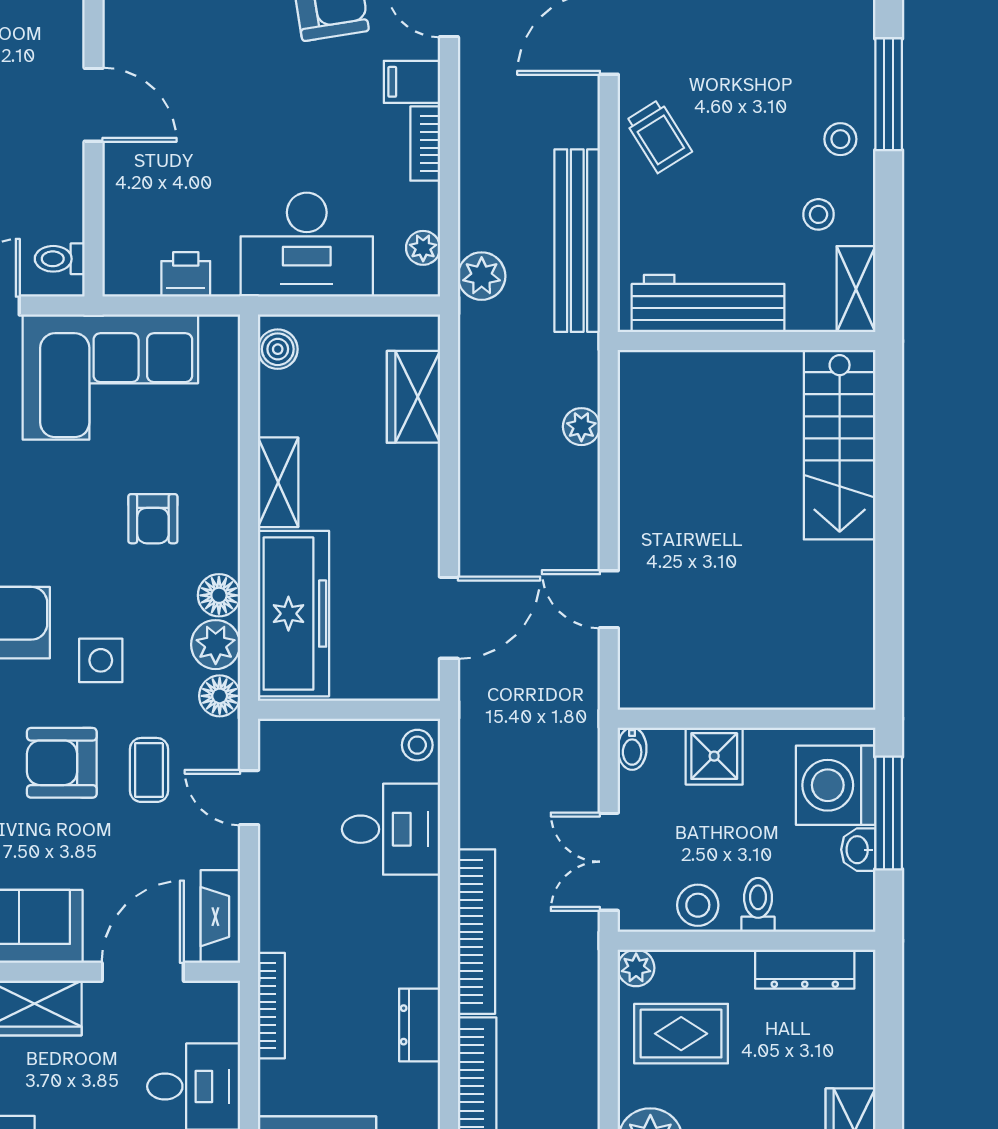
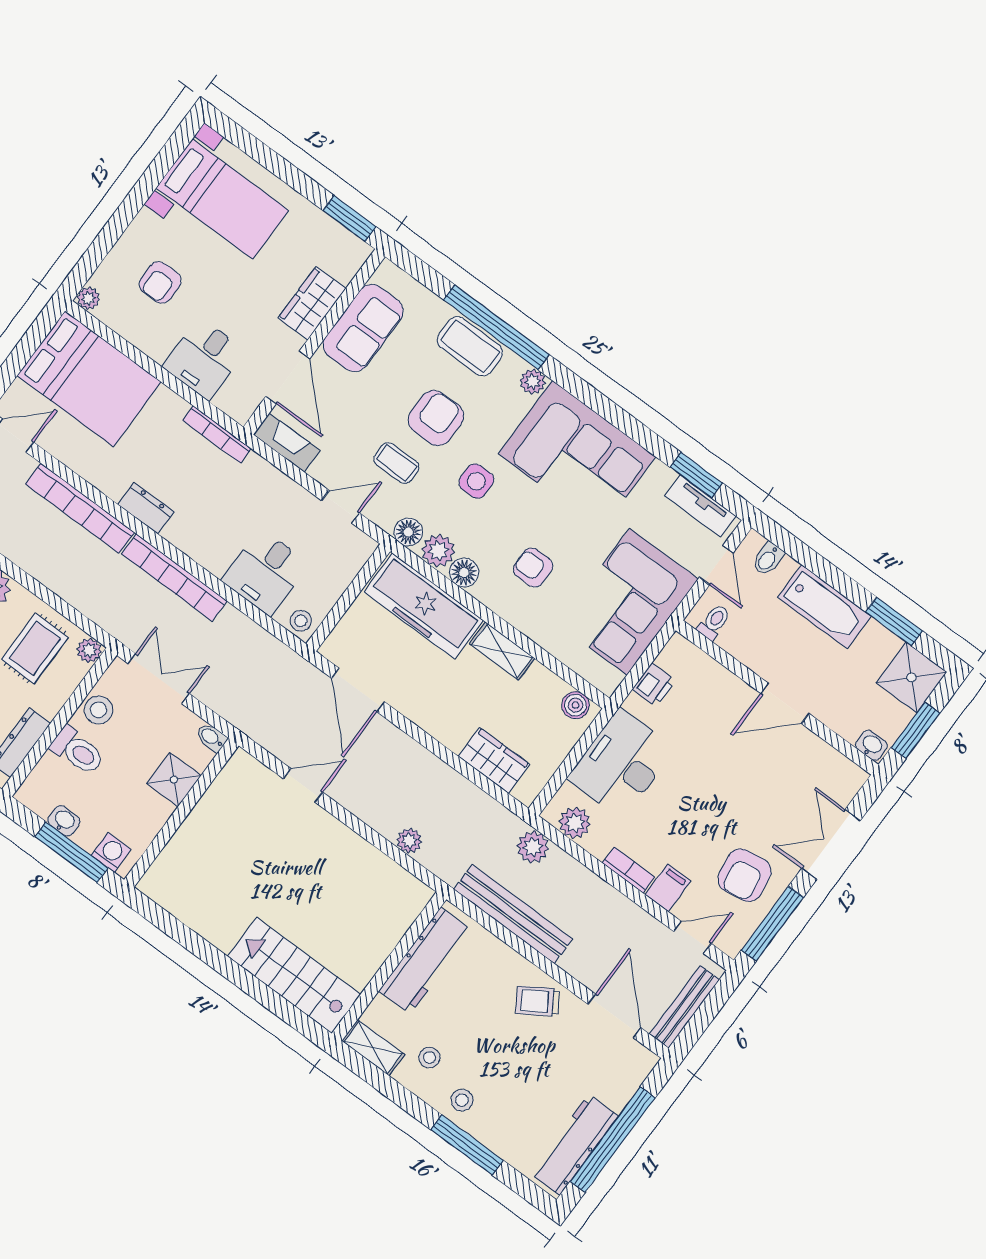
plant: (423, 248) -> (575, 823), width x1.38, depth x1.38
washing machine: (836, 785) -> (111, 852), width x0.53, depth x0.53
toilet: (758, 905) -> (78, 751), width x1.37, depth x1.39

